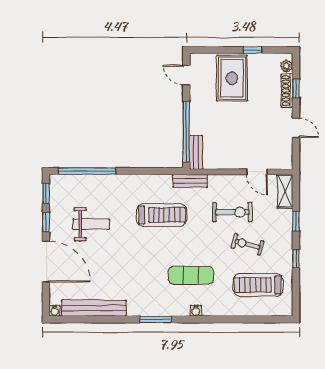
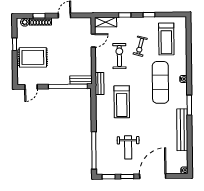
treadmill: (162, 215) -> (122, 102), turned 180
weight bench: (91, 224) -> (128, 147), turned 180
exercise mat: (191, 275) -> (160, 82), width x1.36, depth x1.45
bench: (94, 308) -> (182, 130), moved

